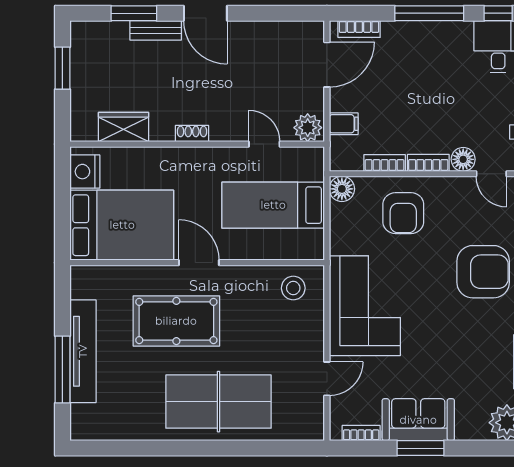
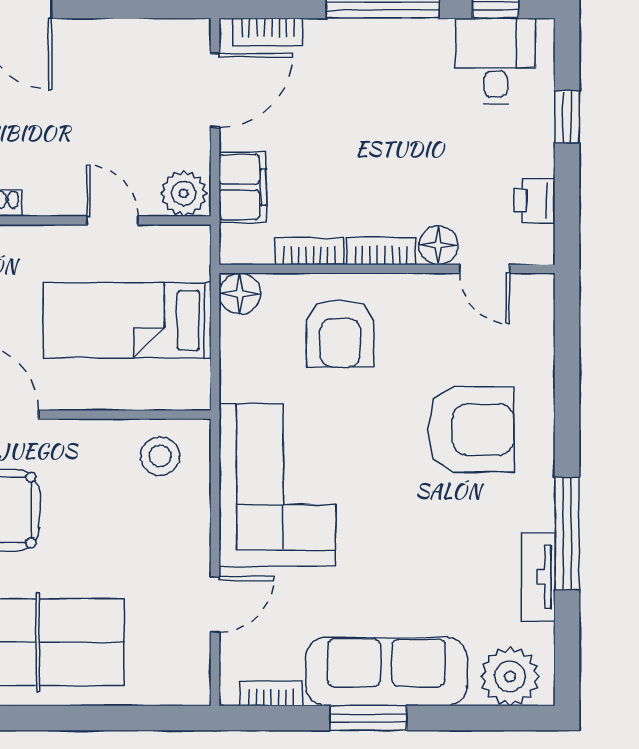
filing cabinet: (344, 124) -> (243, 187), width x2.00
sofa: (418, 420) -> (386, 672), width x1.36

